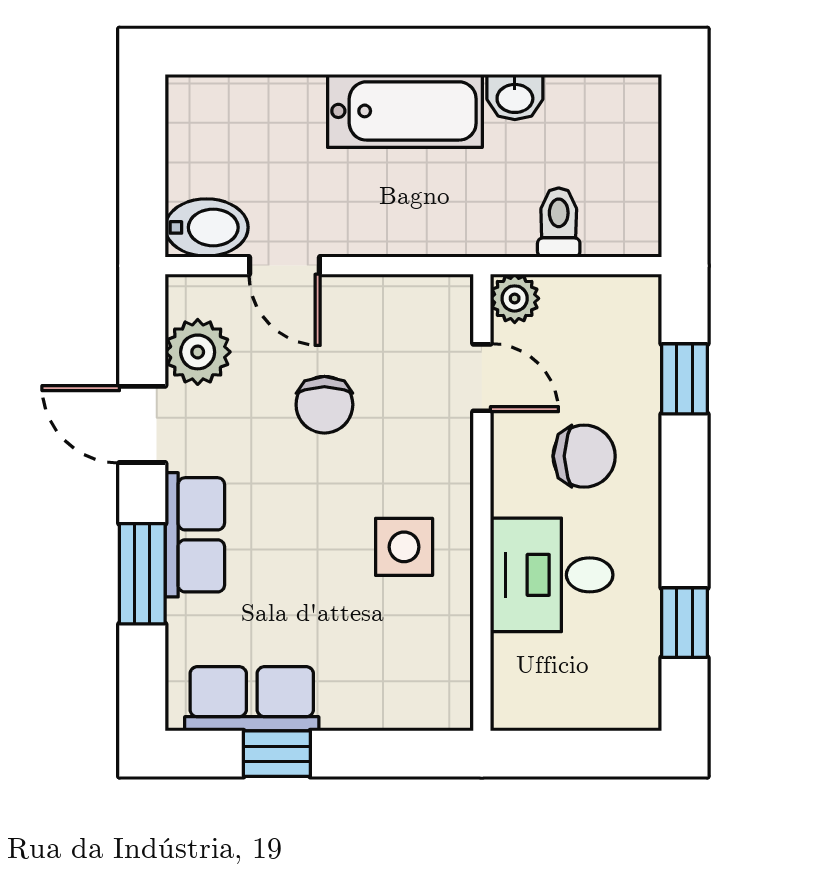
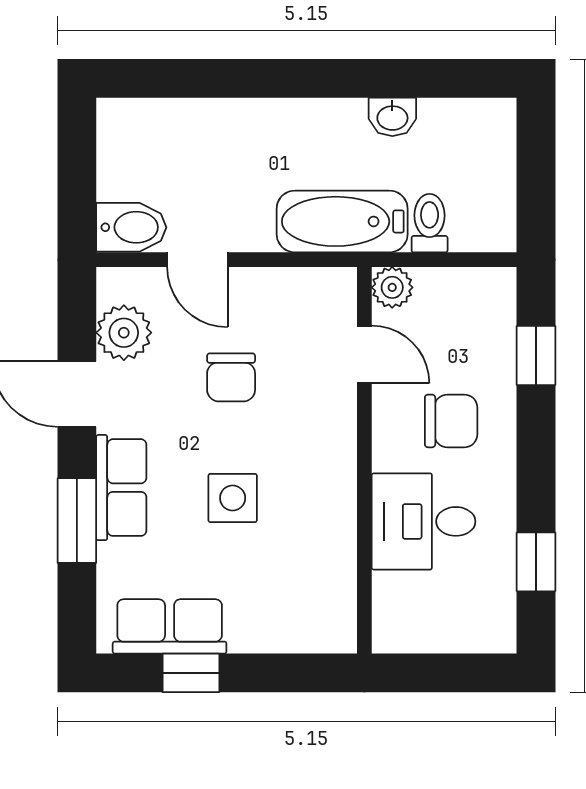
bathtub: (405, 111) -> (342, 221), moved, turned 180
side table: (404, 547) -> (233, 498), moved

